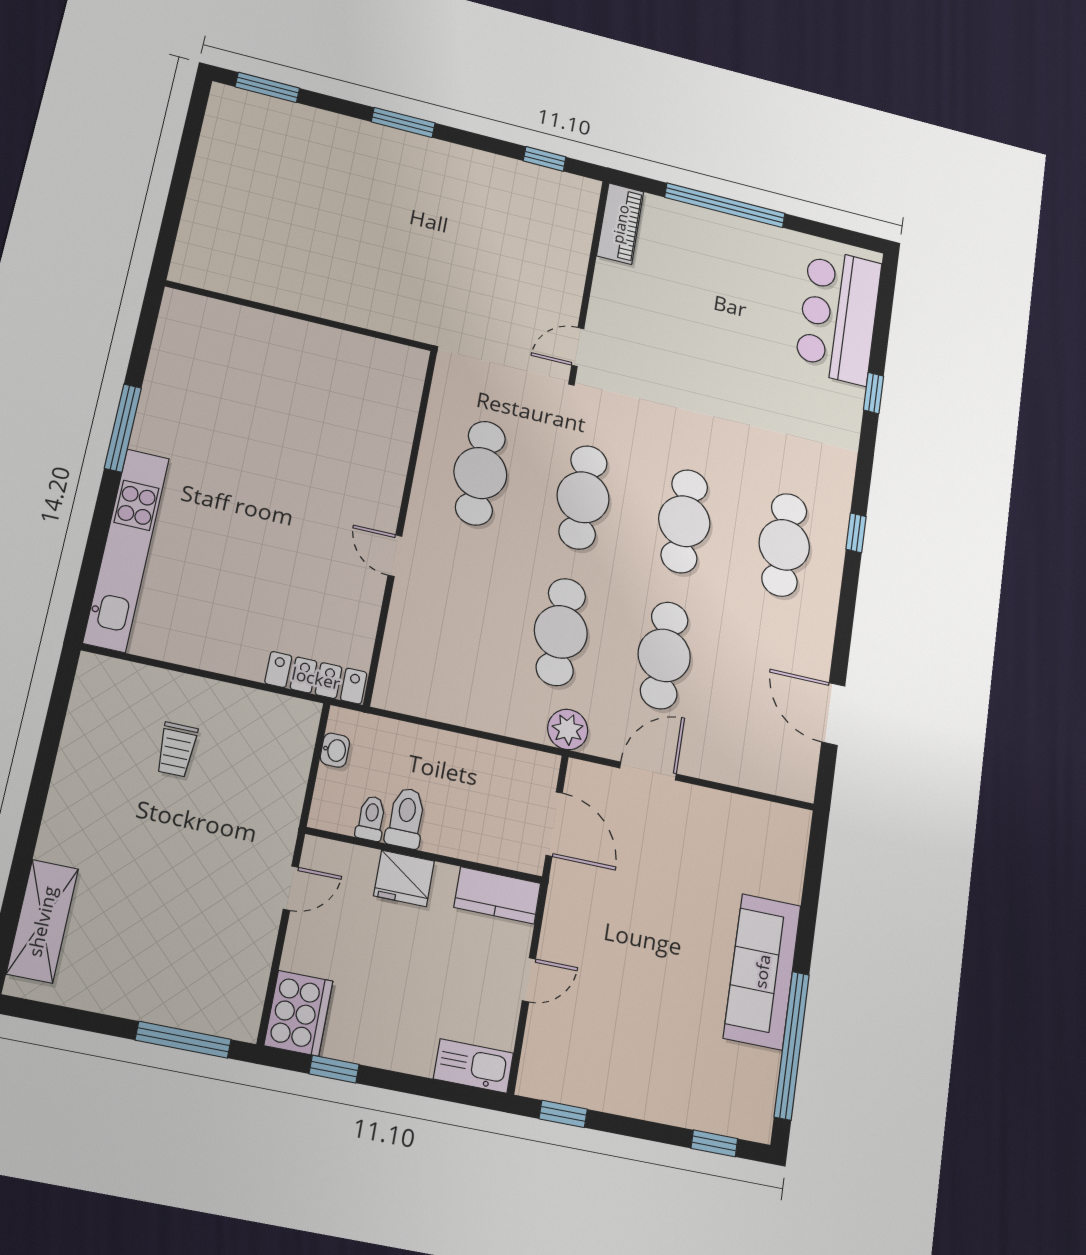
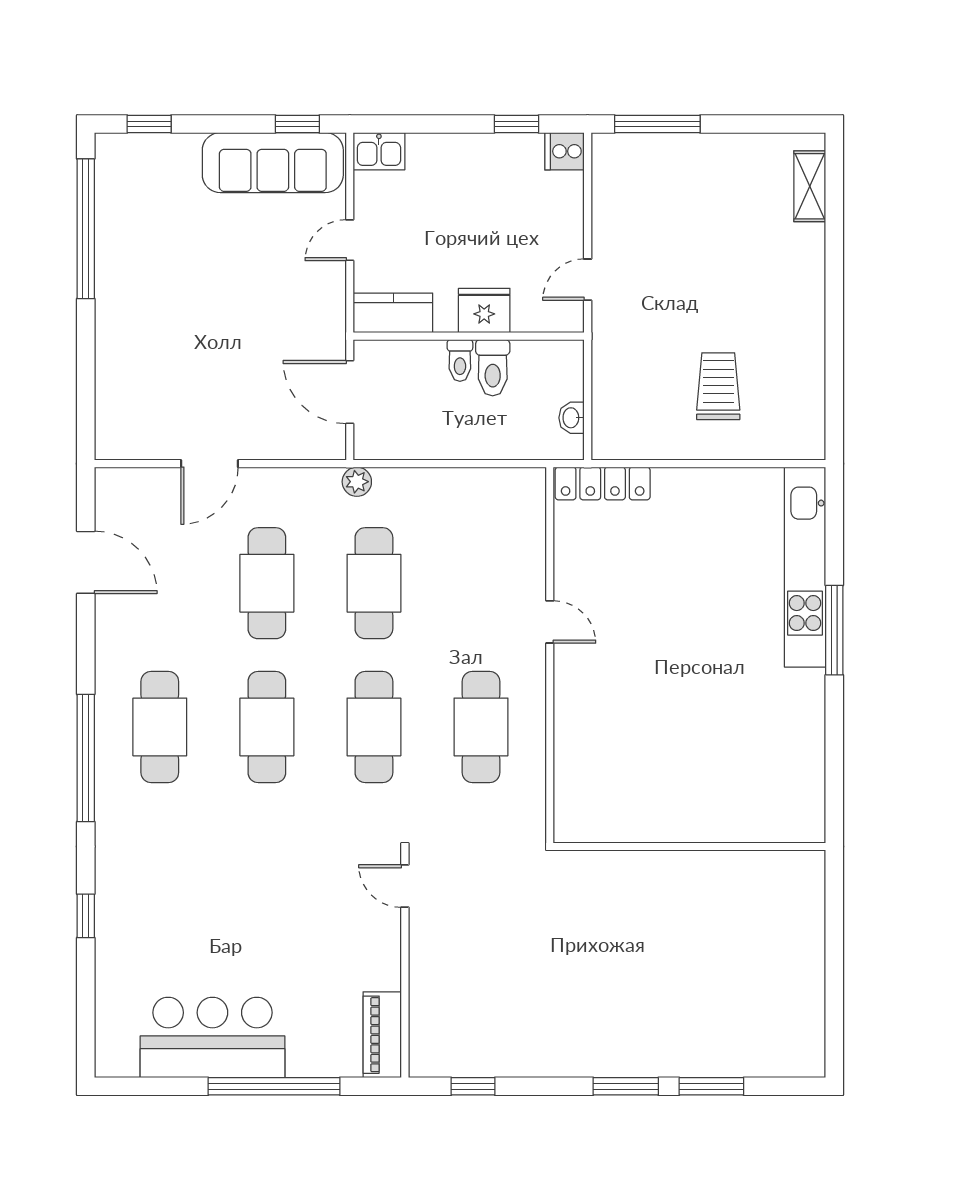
window: (267, 87) -> (711, 1086), moved
bar counter: (838, 316) -> (212, 1037), moved, turned -90
door: (578, 347) -> (405, 886), swing flipped
window: (123, 428) -> (834, 630), moved
window: (856, 533) -> (86, 758), width x3.17
plant: (568, 729) -> (357, 482), width x0.73, depth x0.73
trolley: (177, 750) -> (718, 386), width x1.36, depth x1.39
door: (648, 771) -> (209, 464), moved
toilet: (371, 818) -> (460, 360), moved
shelving: (42, 921) -> (810, 186), width x0.67, depth x0.75
sofa: (762, 971) -> (273, 163), moved, turned 90
cooker: (299, 1013) -> (565, 151), width x0.53, depth x0.76
kitchen sink: (474, 1066) -> (379, 151), width x0.73

